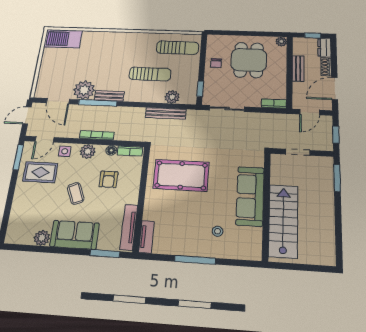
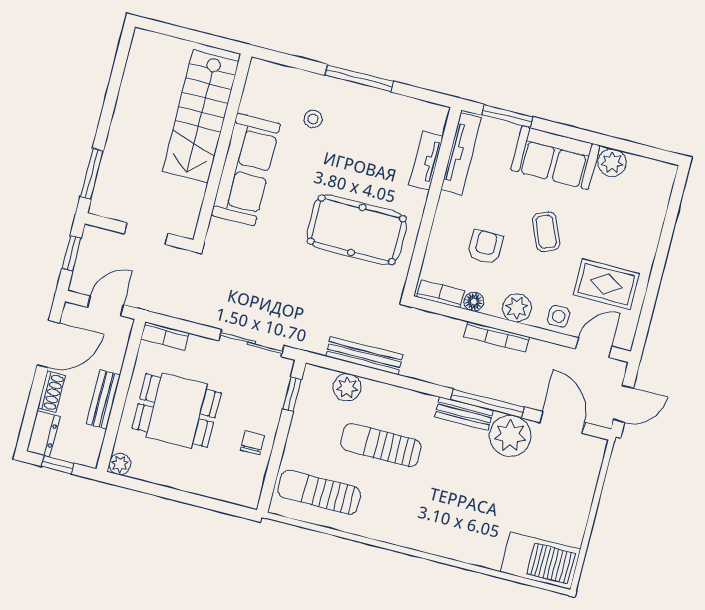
dining table: (249, 60) -> (177, 411), moved, turned 90
window: (18, 157) -> (644, 321), removed
tv unit: (146, 237) -> (426, 160), moved

